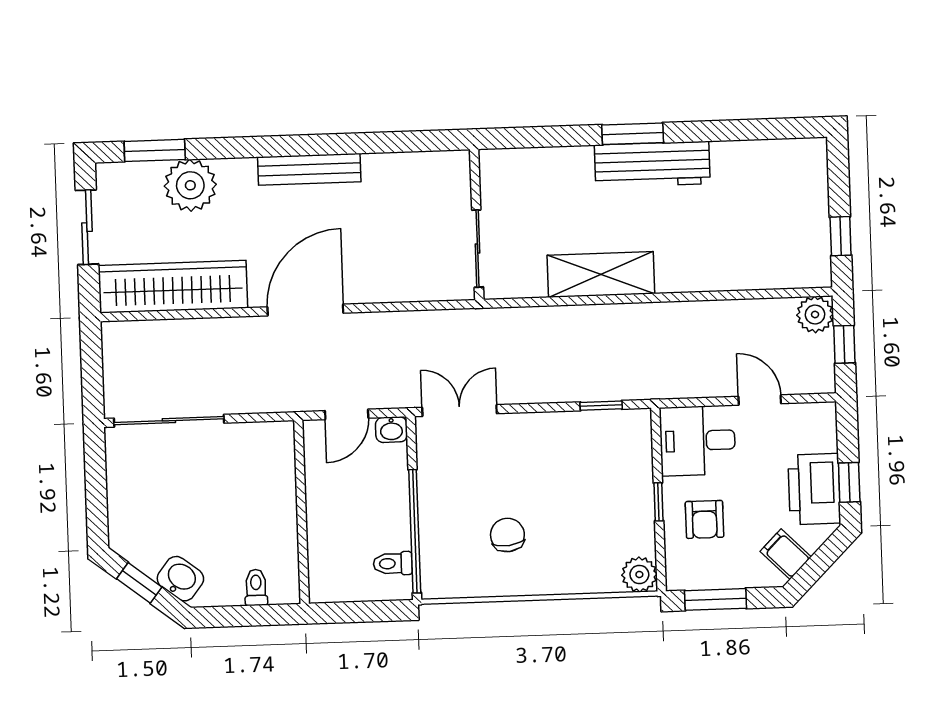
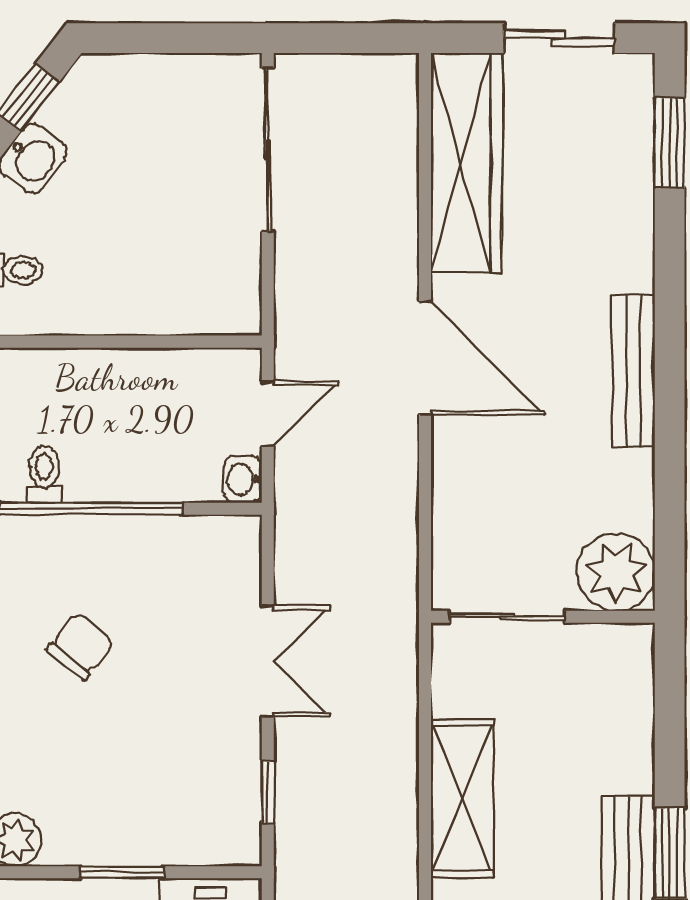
plant: (190, 185) -> (616, 572), moved
double door: (460, 410) -> (268, 661), moved
door: (347, 414) -> (268, 414), swing flipped
window: (659, 502) -> (122, 872), width x1.50
chair: (507, 535) -> (81, 646), turned -45

